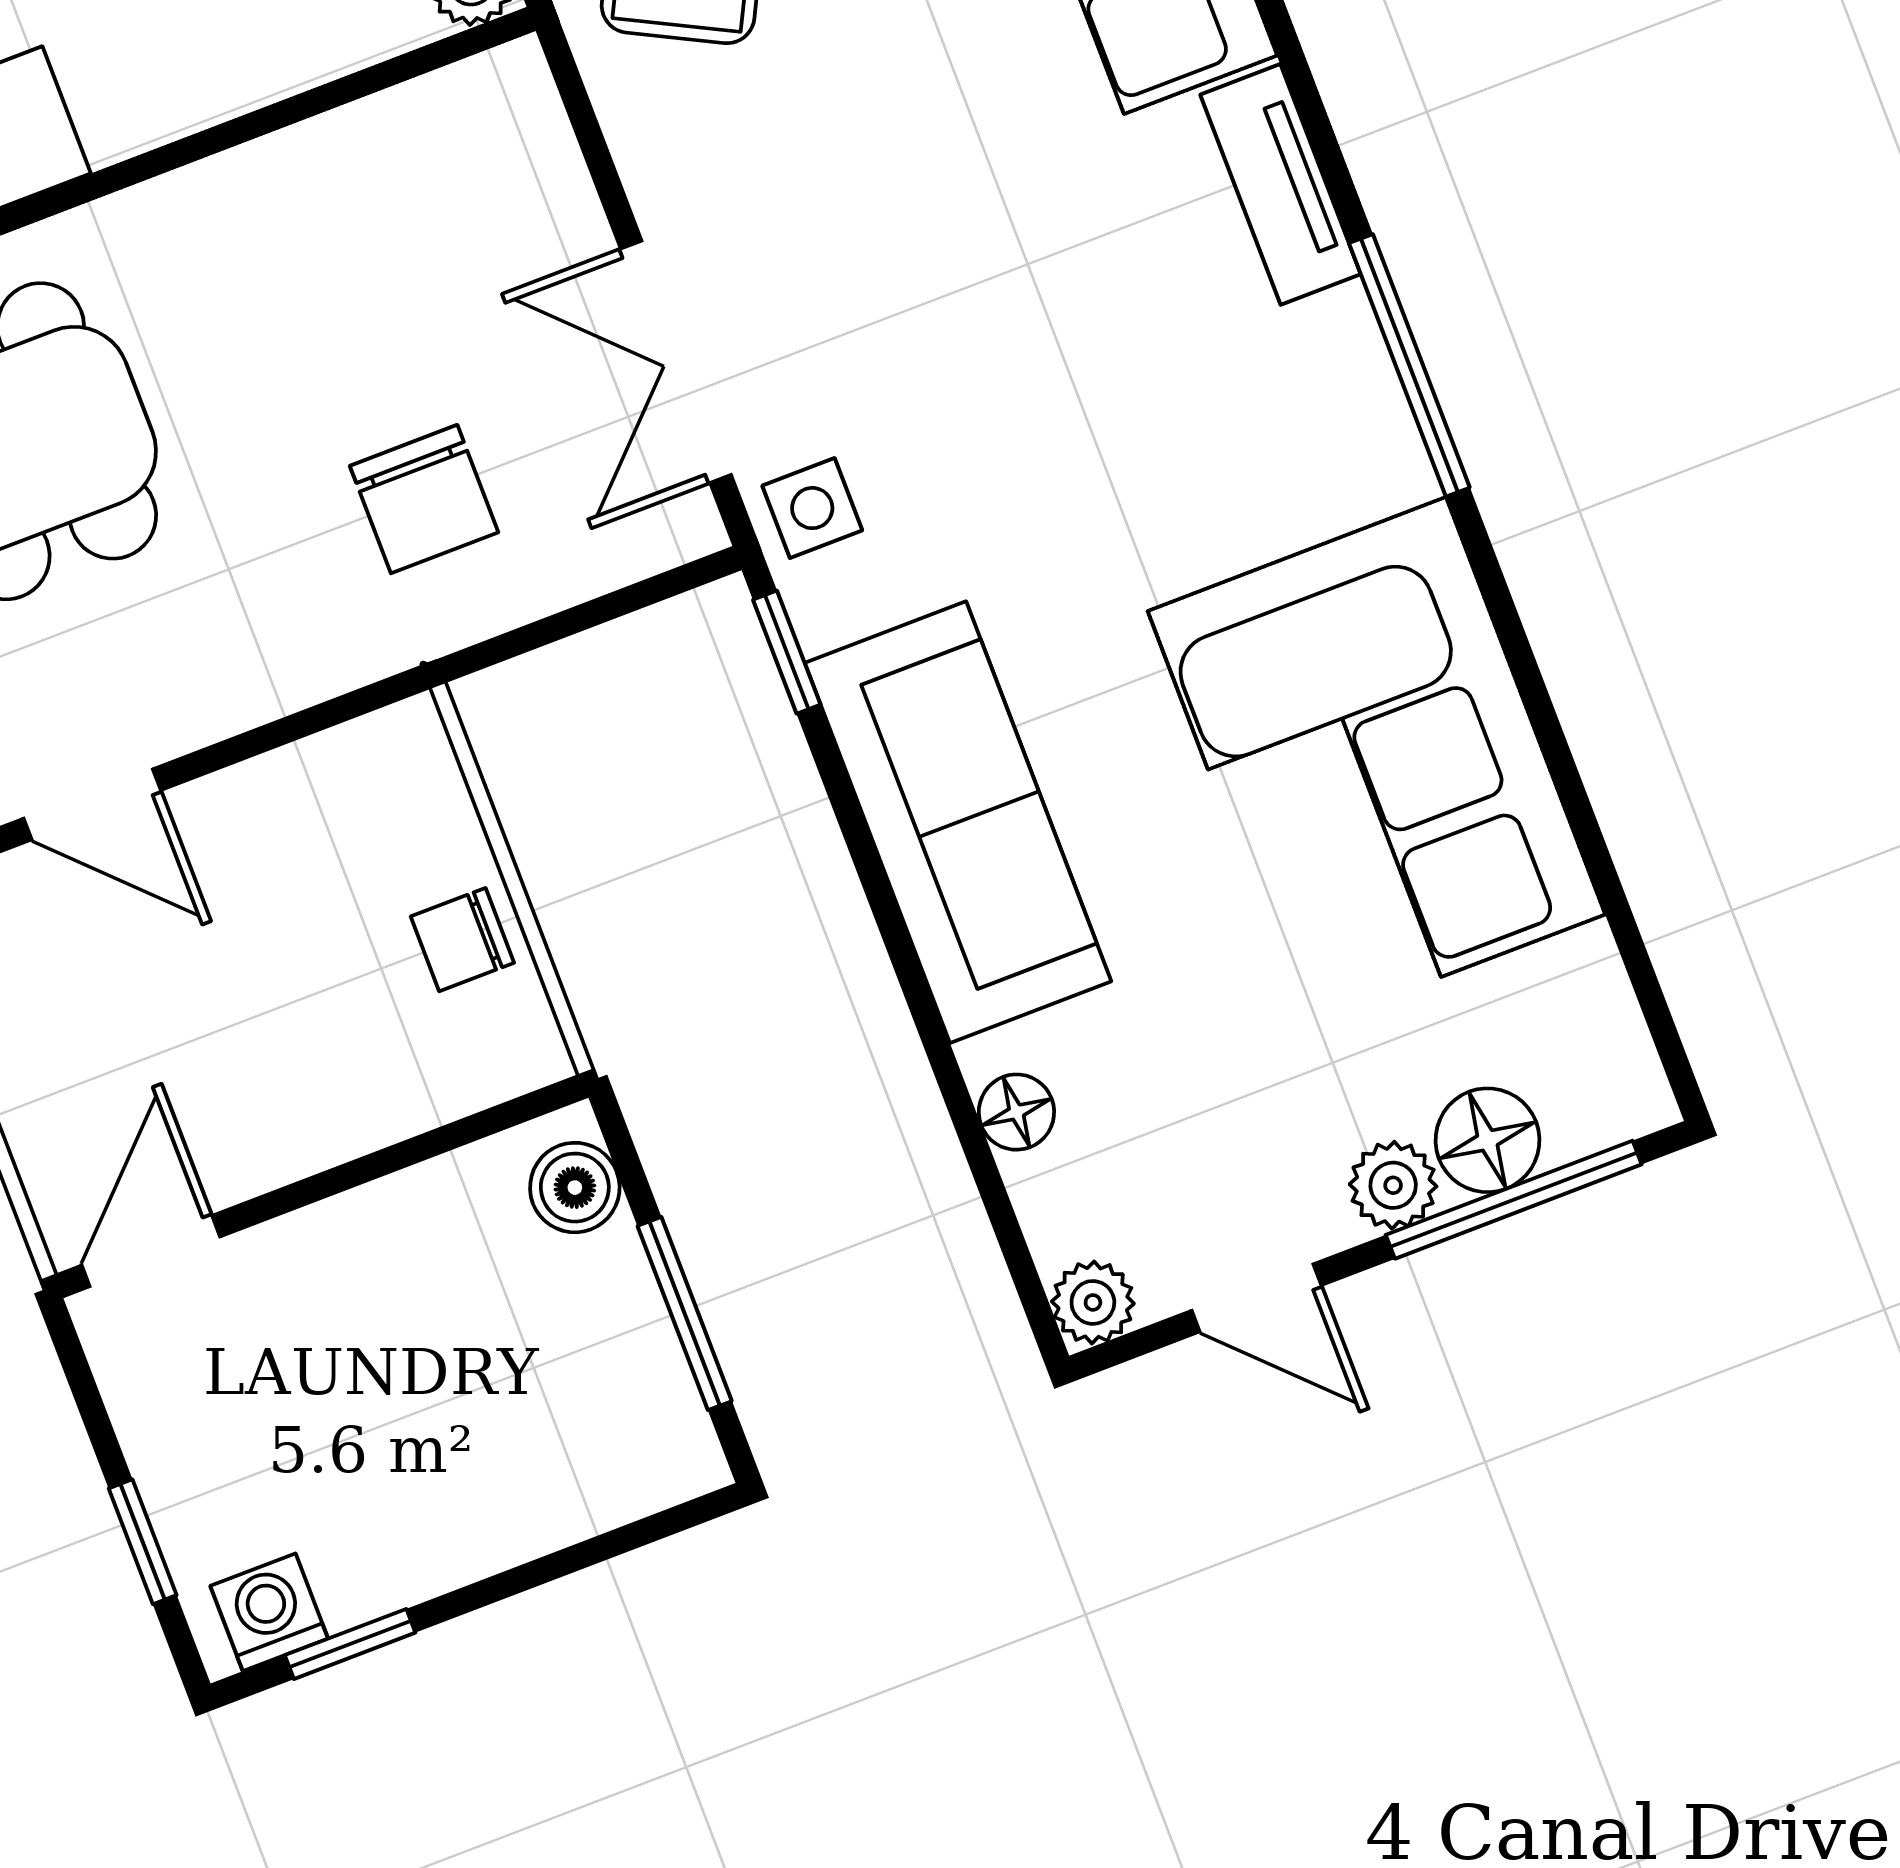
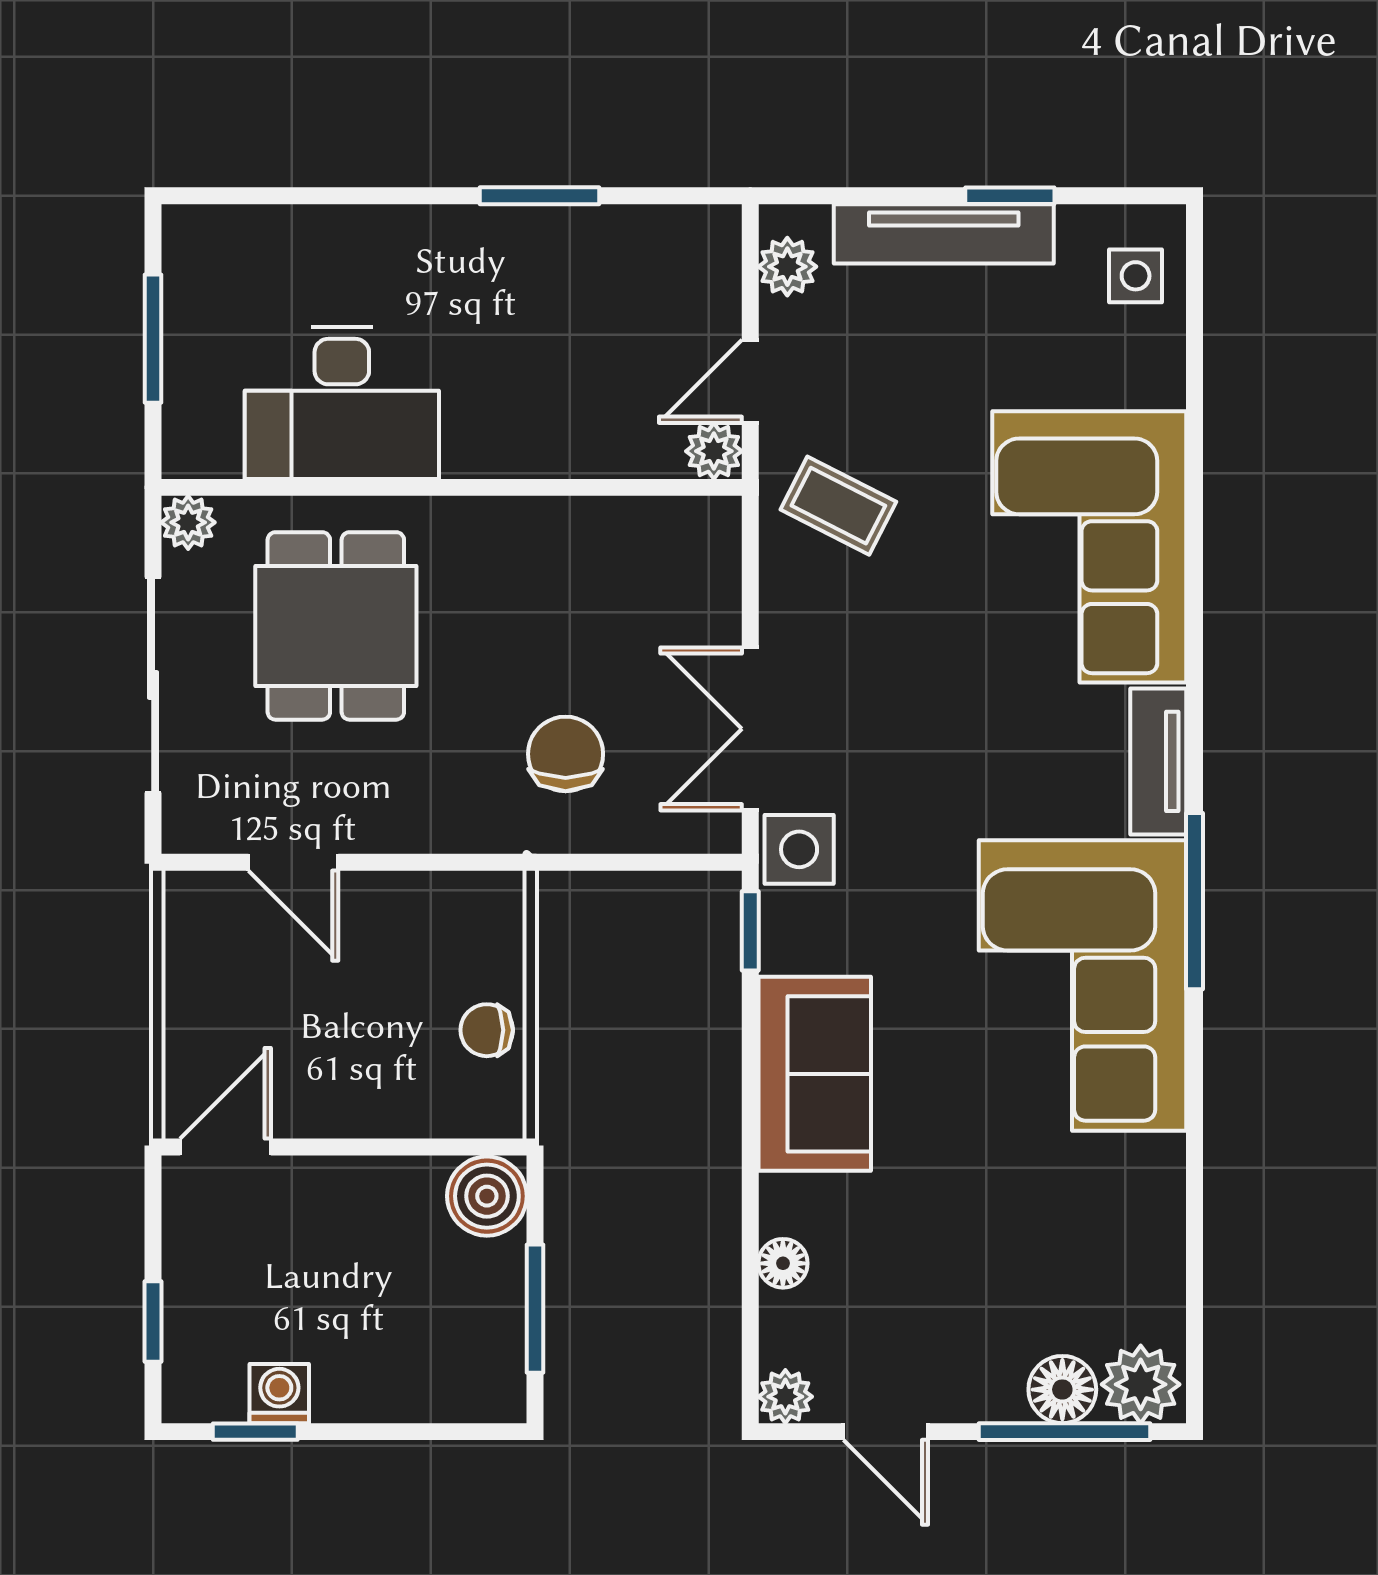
chair: (424, 499) -> (566, 754), turned 180
side table: (812, 508) -> (799, 849), width x1.37, depth x1.37
corner sofa: (1377, 763) -> (1083, 985), moved
sofa: (958, 822) -> (815, 1074), width x0.73
plant: (1393, 1185) -> (1141, 1384), moved, width x1.38, depth x1.38
boiler: (575, 1188) -> (487, 1196), width x1.36, depth x1.36
washing machine: (269, 1612) -> (279, 1394), moved

